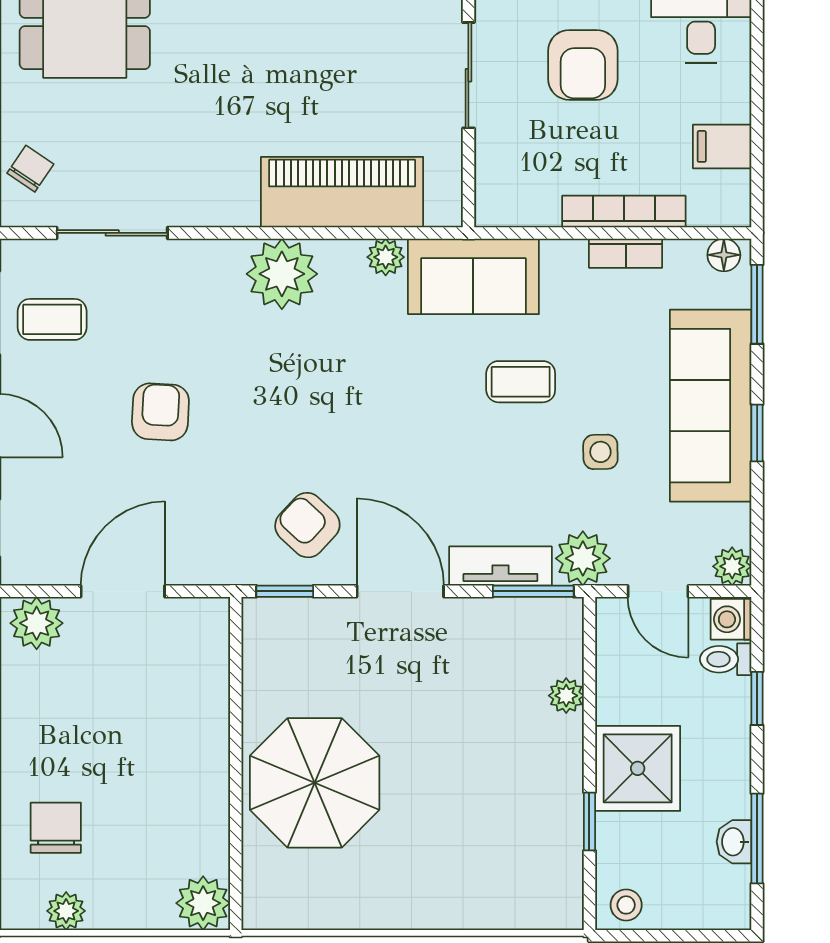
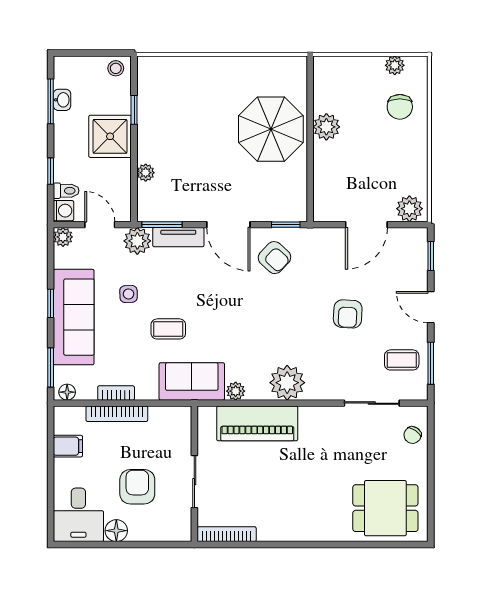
plant: (203, 903) -> (326, 127), moved

